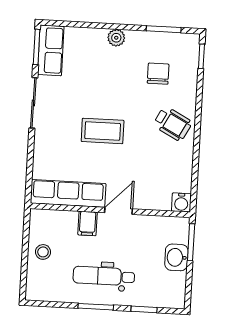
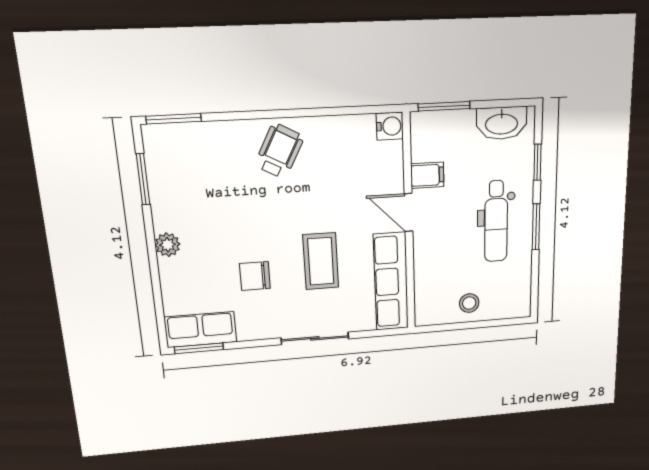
window: (201, 56) -> (174, 119), width x1.50
chair: (158, 74) -> (255, 276), moved
sliding door: (33, 103) -> (315, 338), moved
coffee table: (103, 131) -> (321, 261), moved
filing cabinet: (88, 224) -> (427, 175), moved
washbasin: (176, 257) -> (502, 123), moved, width x1.38

